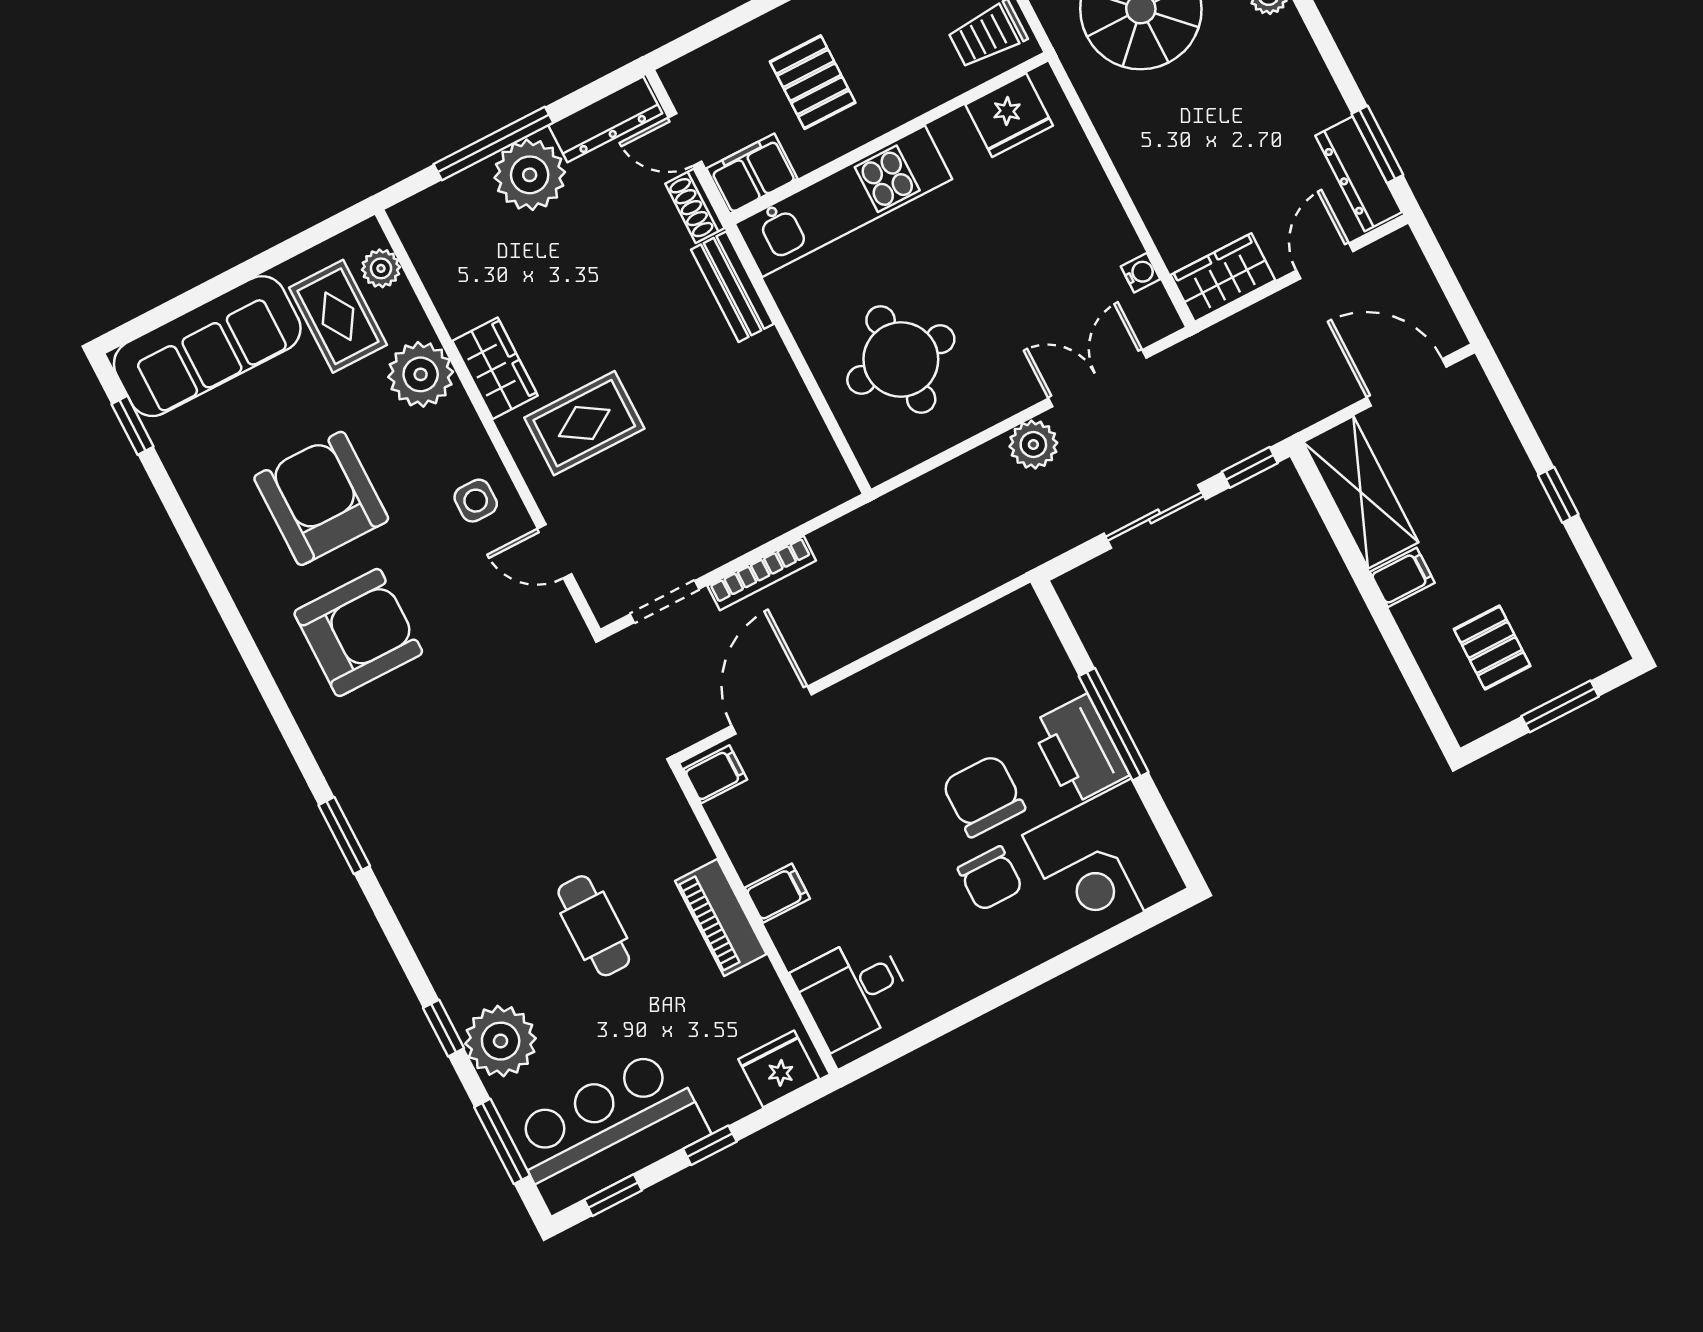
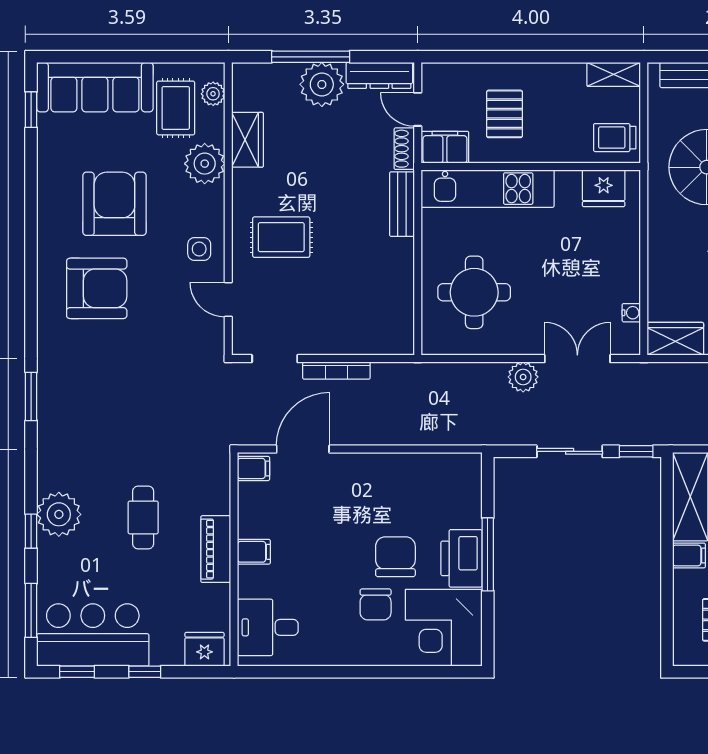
wardrobe: (495, 368) -> (248, 140), moved
plant: (501, 1041) -> (59, 514), moved

